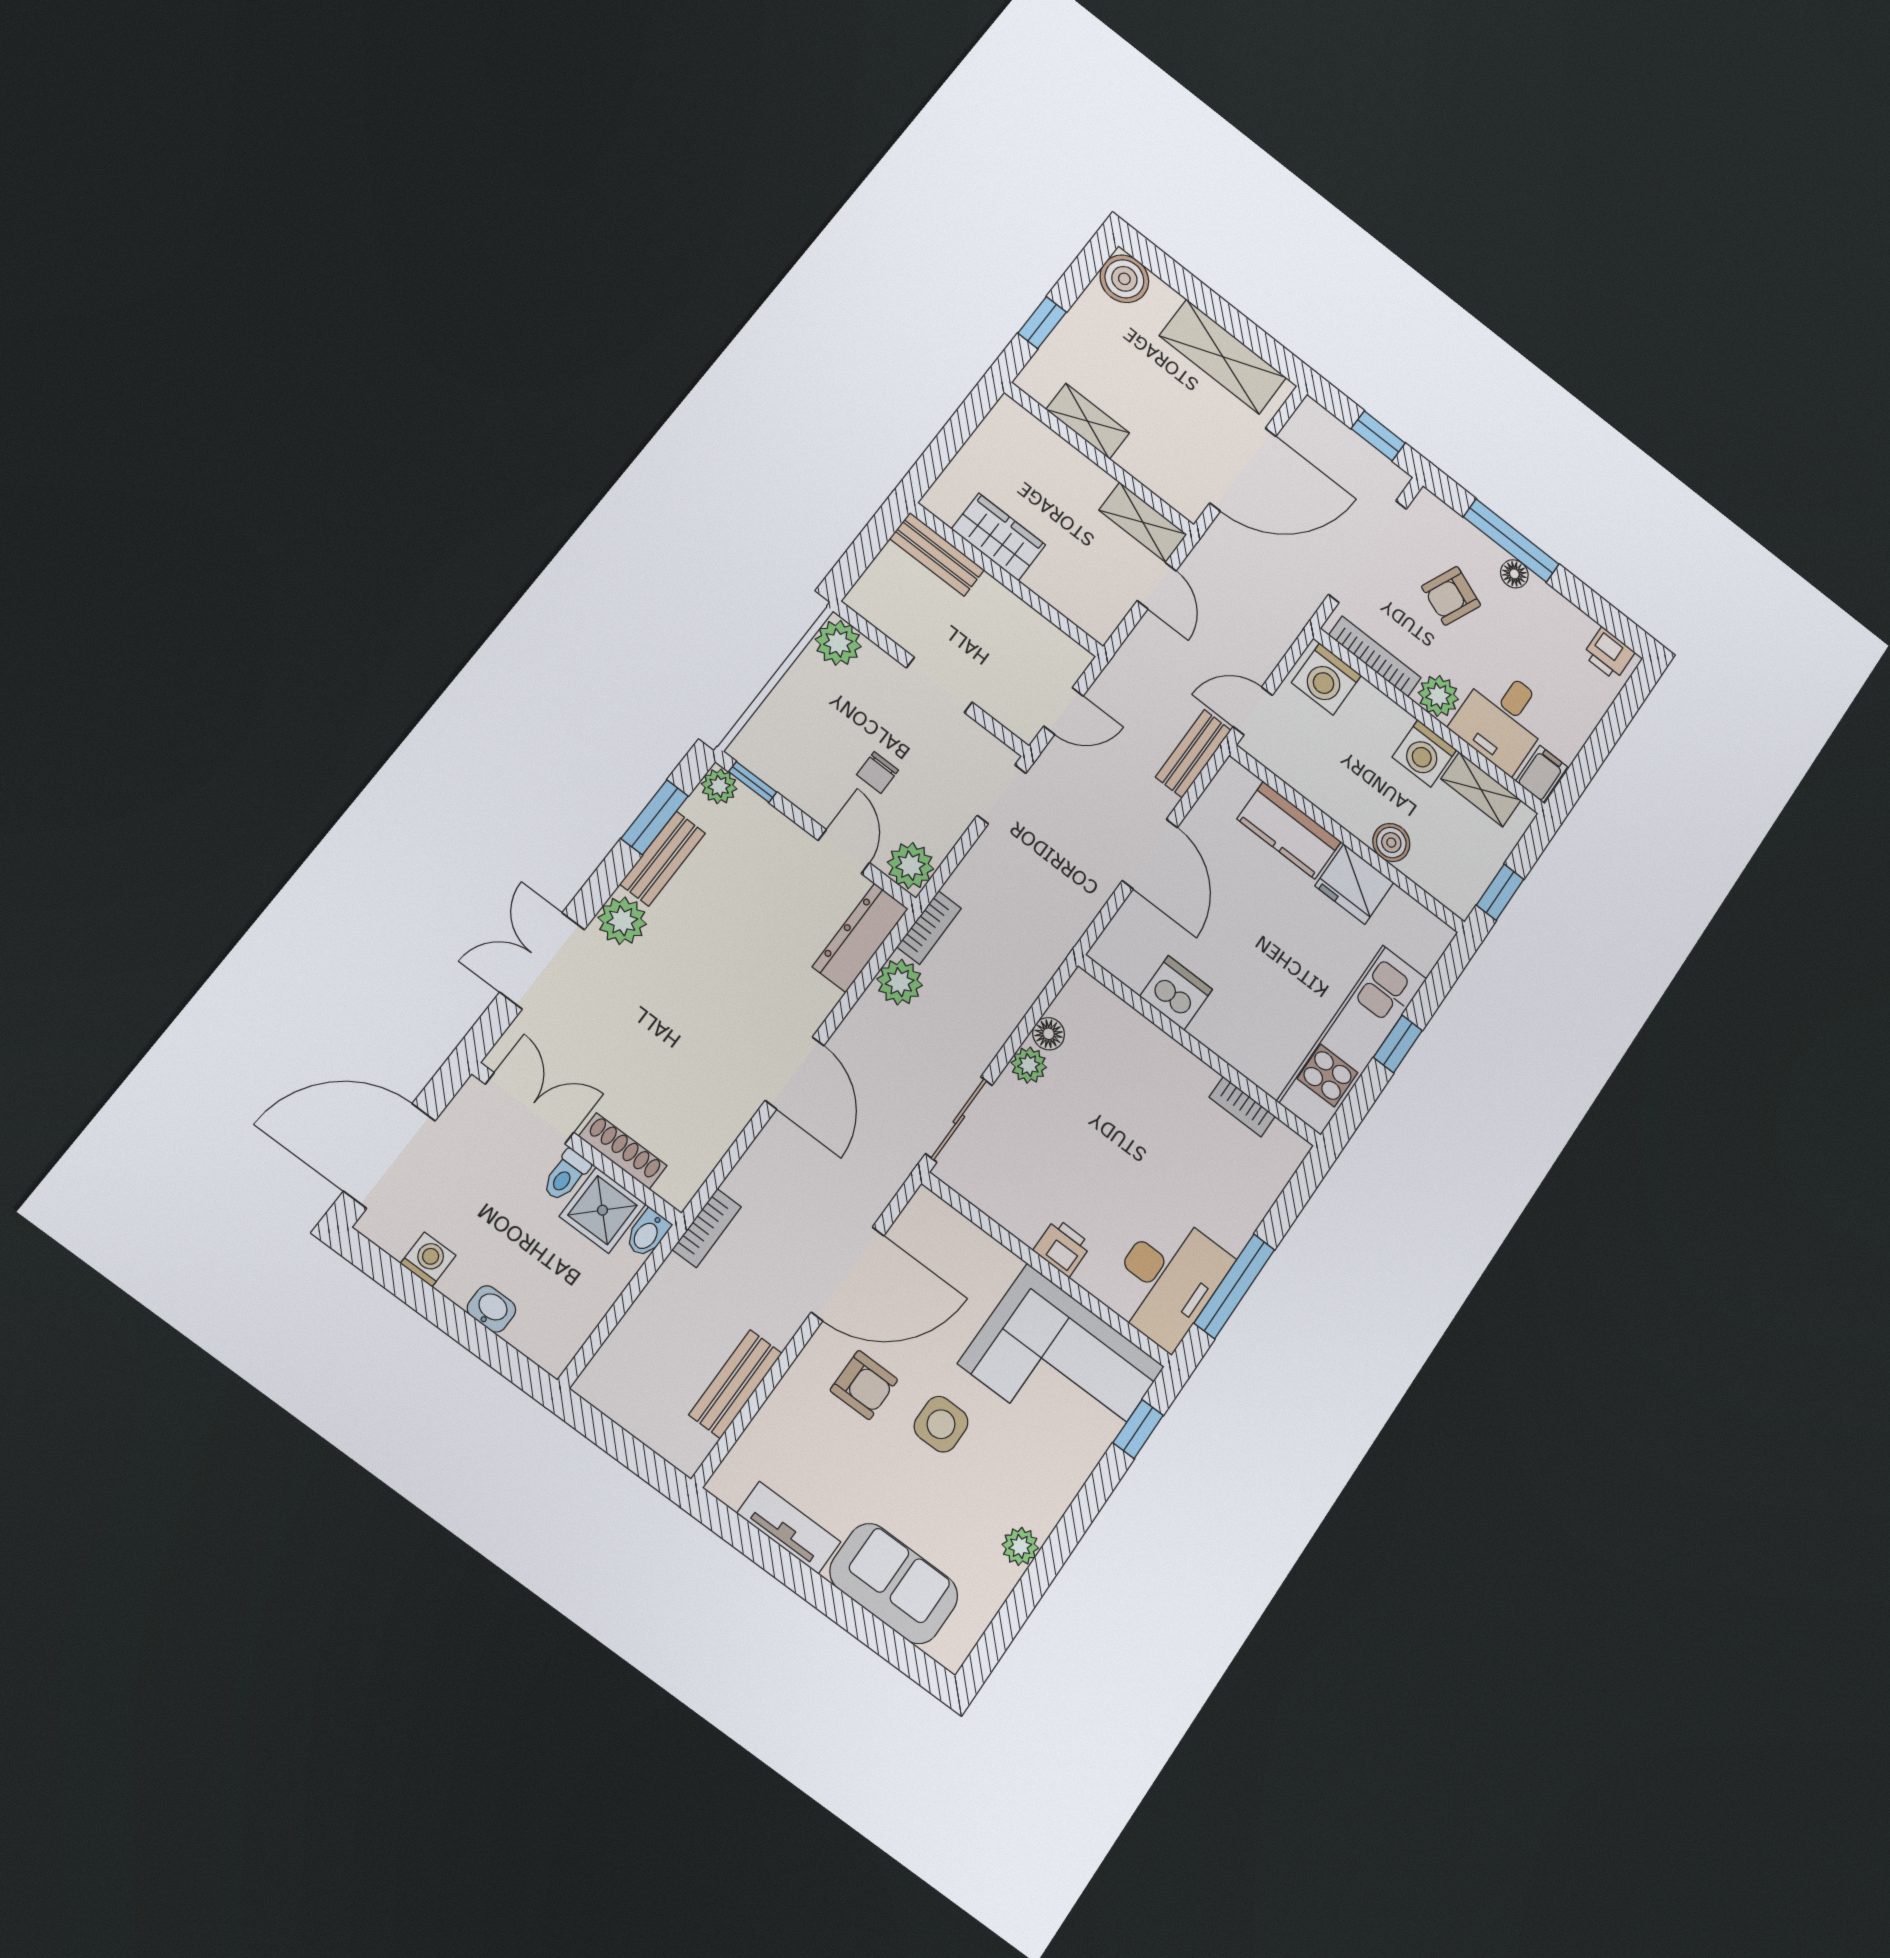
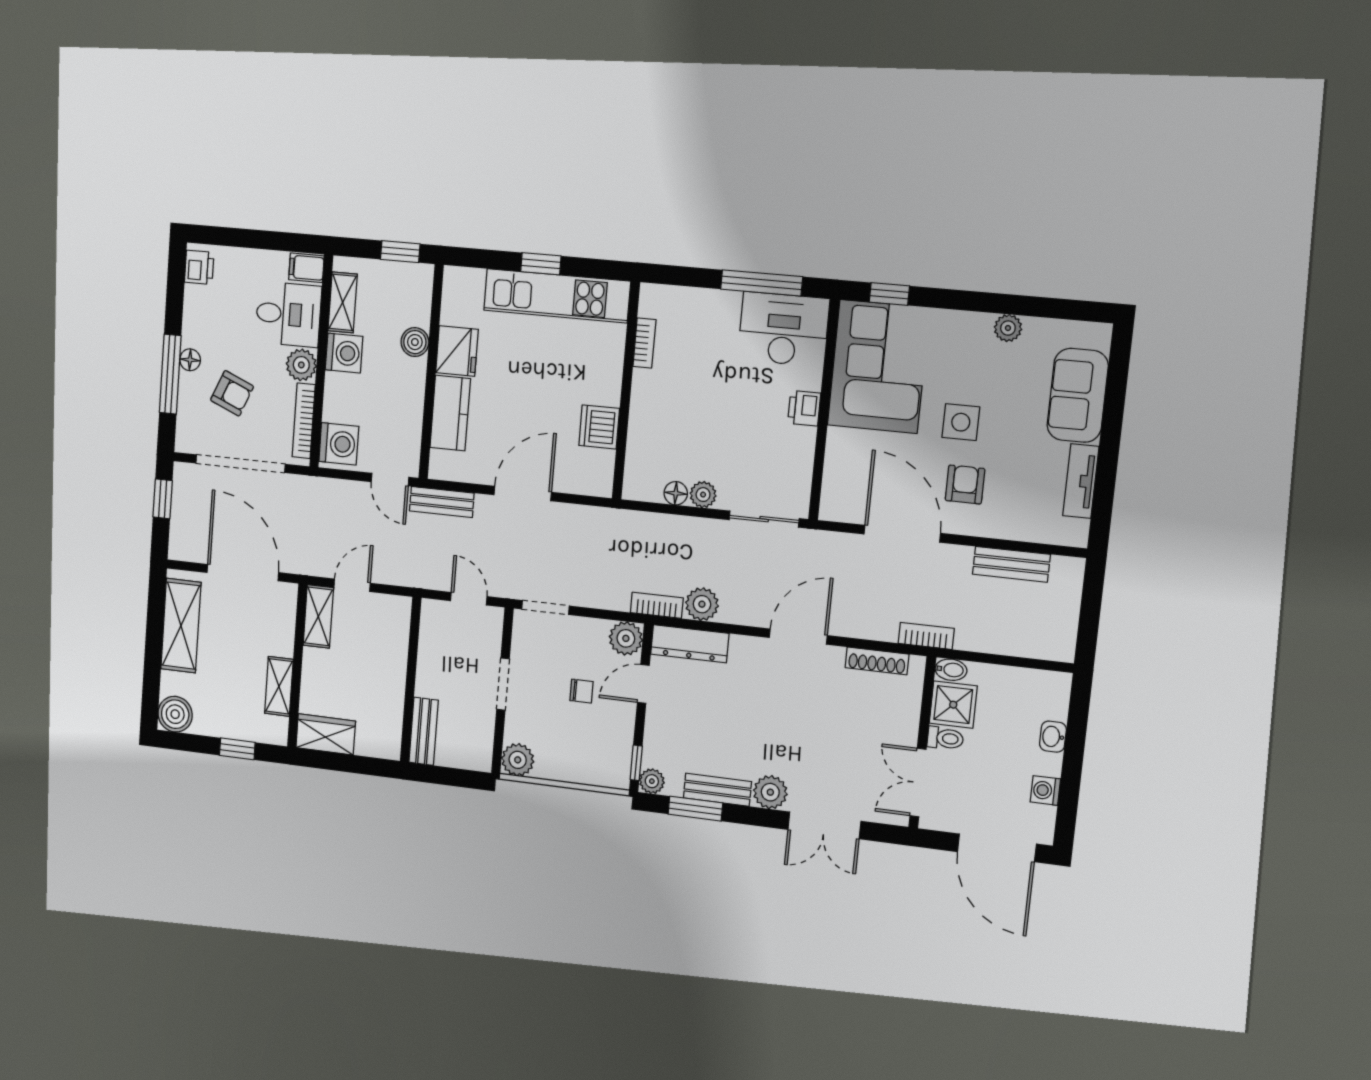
wardrobe: (998, 537) -> (326, 734), moved, turned 90
shoe rack: (623, 1151) -> (877, 661), moved, turned -90

